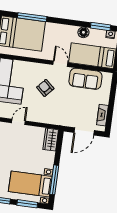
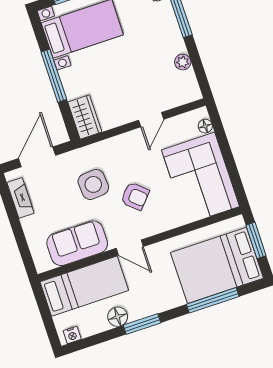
window: (100, 26) -> (142, 324), moved
side table: (63, 104) -> (93, 184), added
window: (54, 180) -> (54, 76), moved

